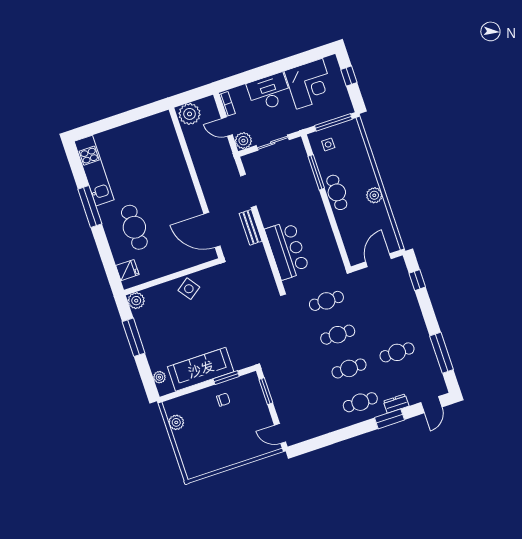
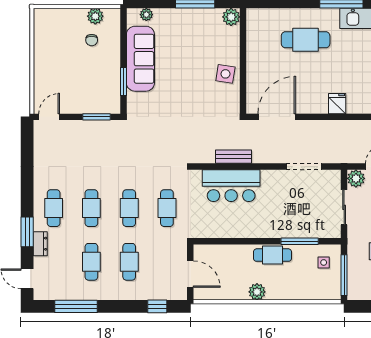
bench: (251, 227) -> (234, 157), moved
fridge: (127, 270) -> (337, 104), moved, turned 180
side table: (189, 289) -> (225, 74), turned 45
cafe table: (386, 319) -> (129, 262), added
chair: (223, 400) -> (92, 40), moved

